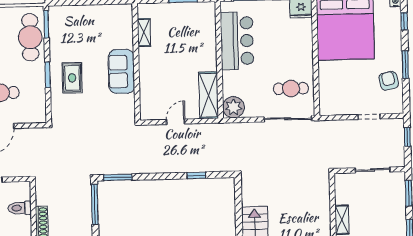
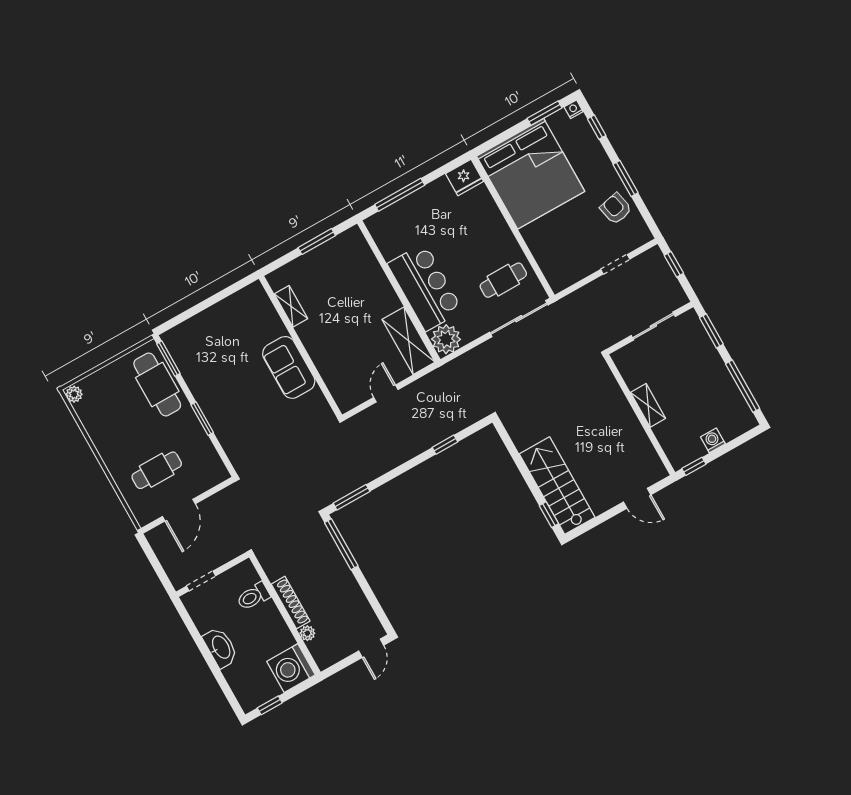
bar counter: (237, 41) -> (425, 287), moved
rug: (72, 78) -> (233, 407), removed

